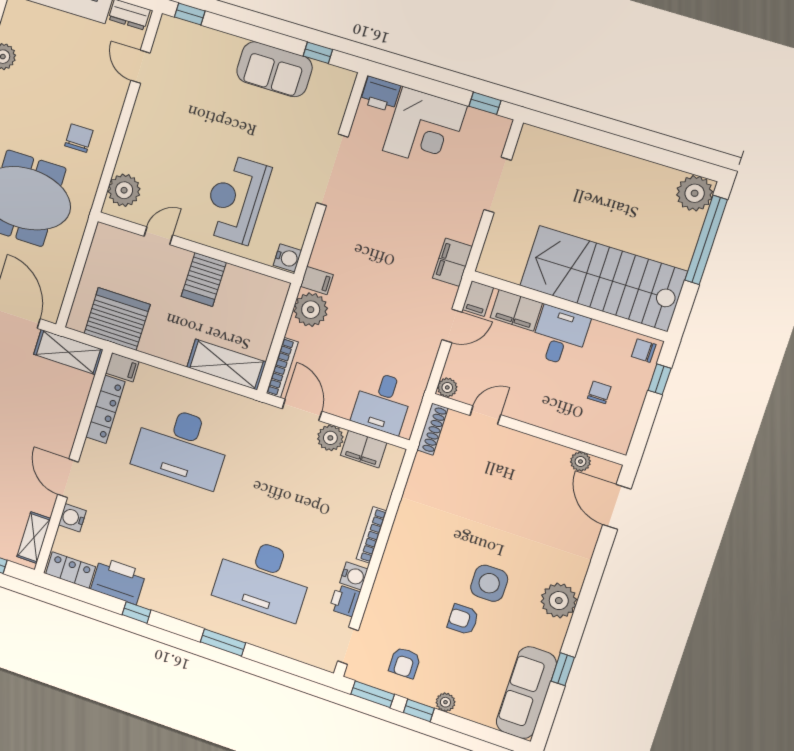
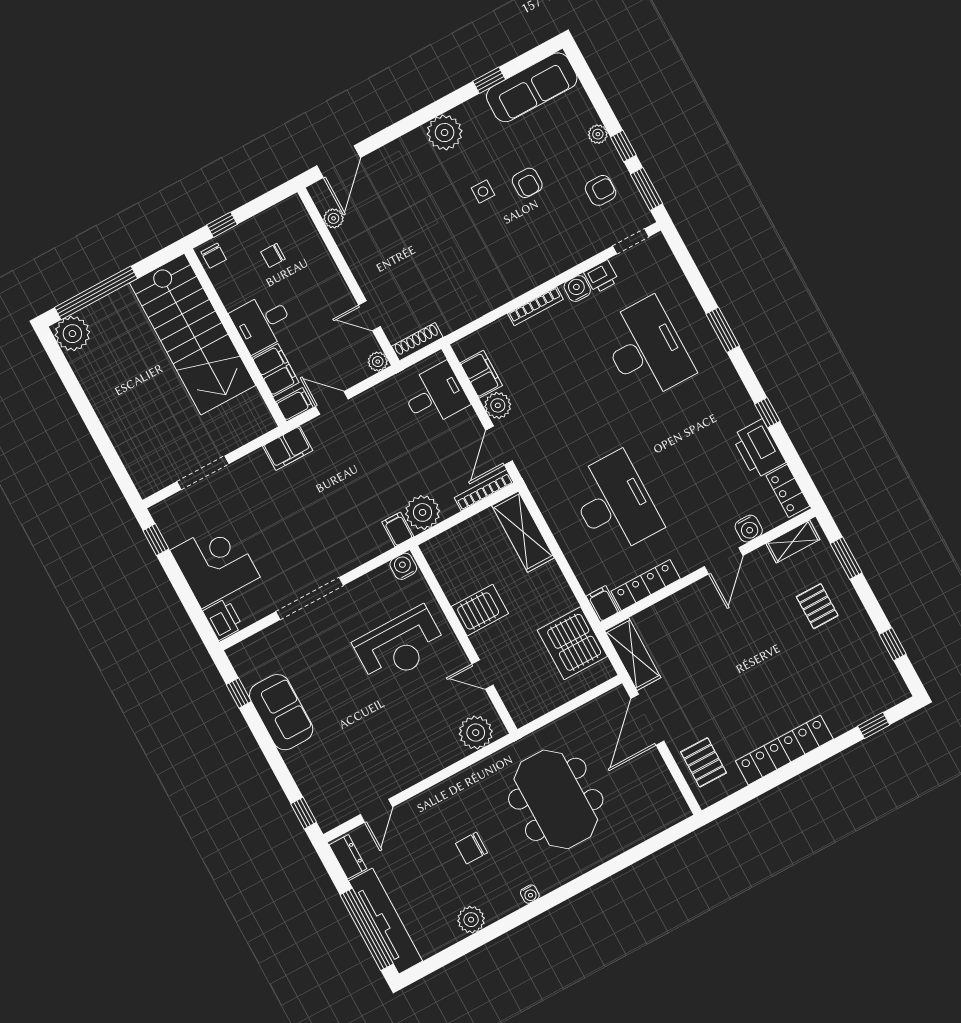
chair: (79, 138) -> (471, 848), moved
side table: (489, 583) -> (483, 191), width x0.54, depth x0.54

